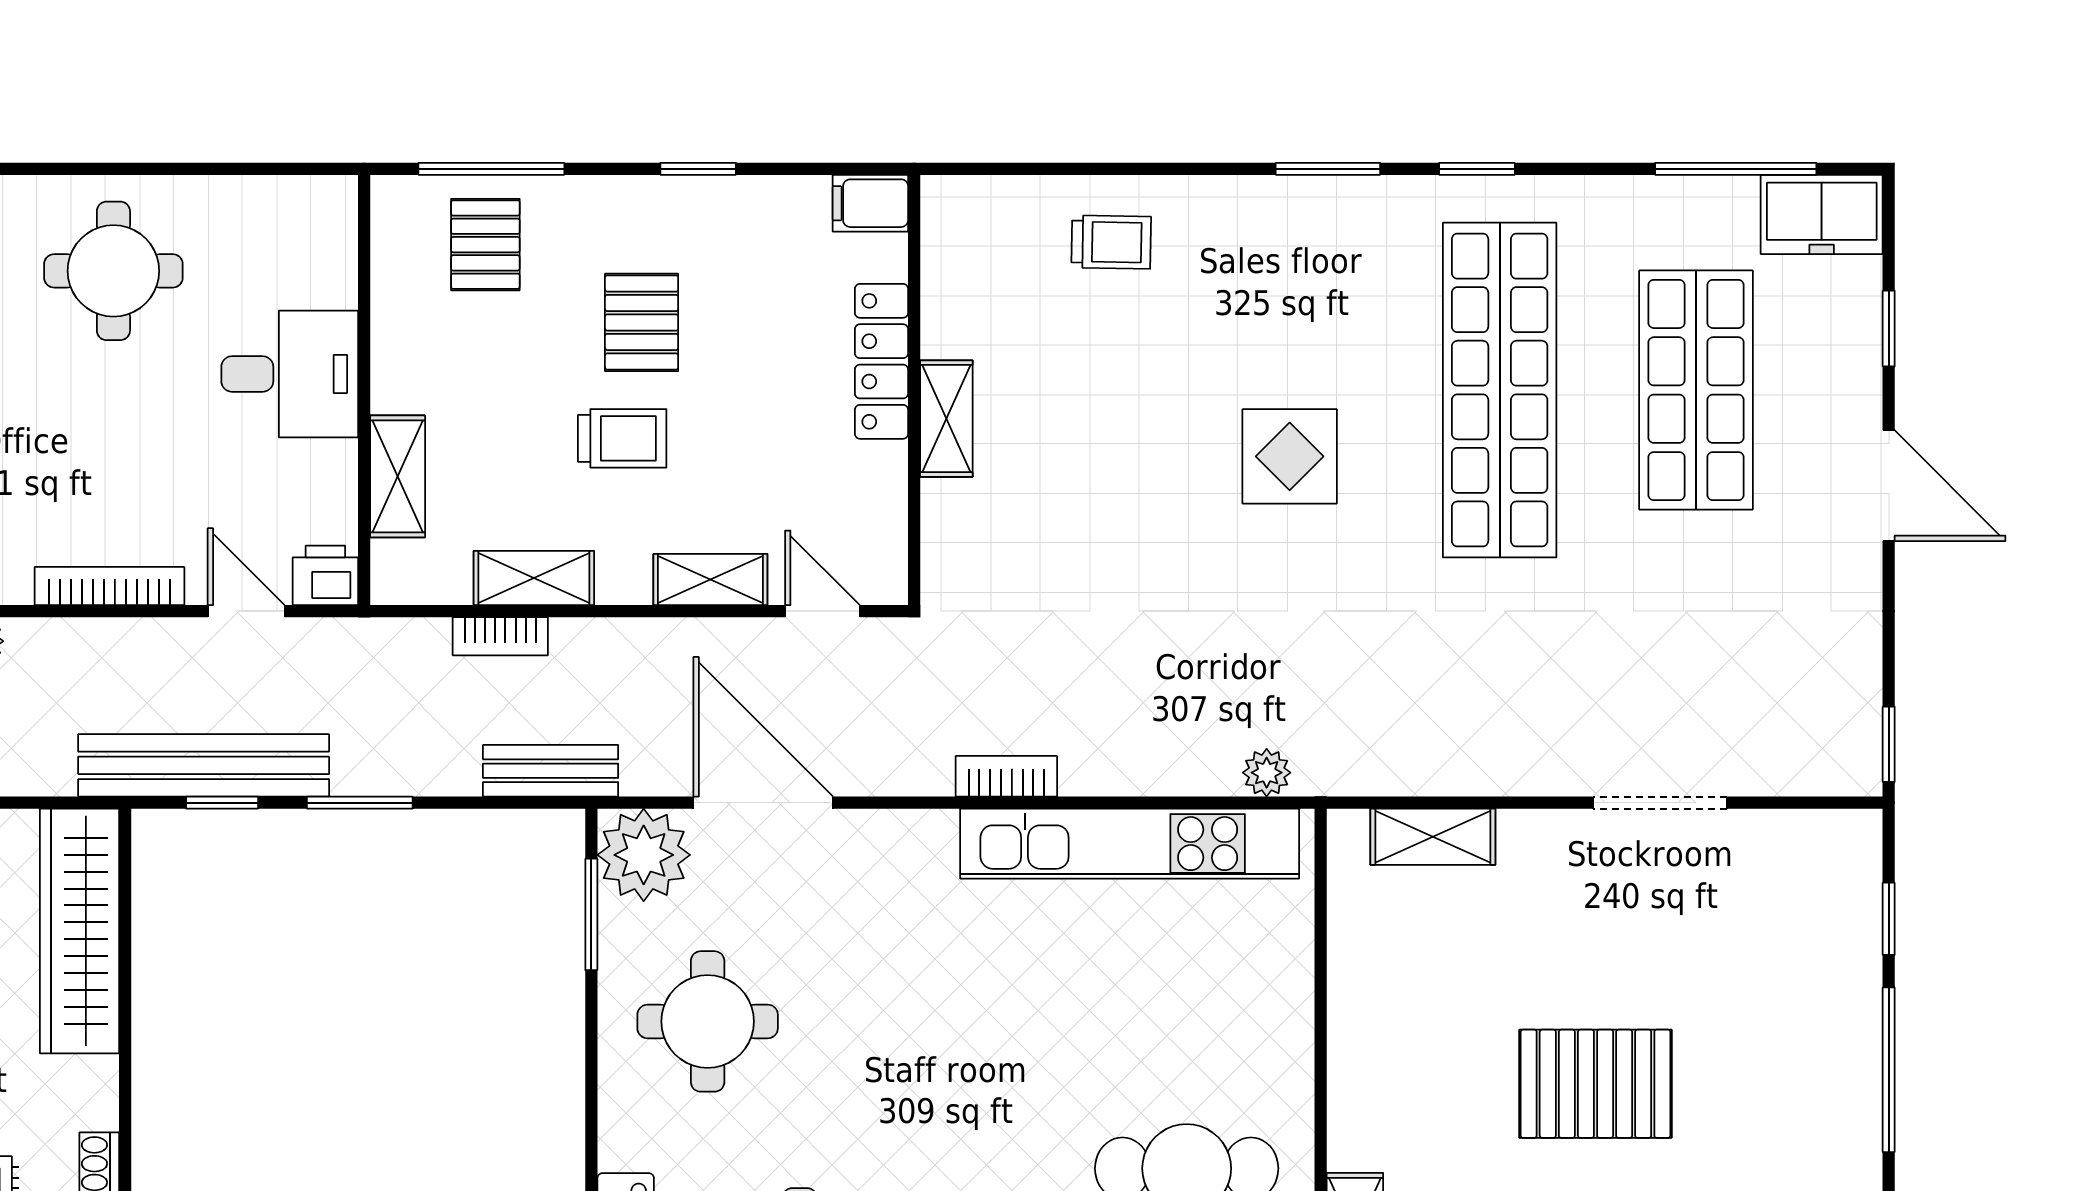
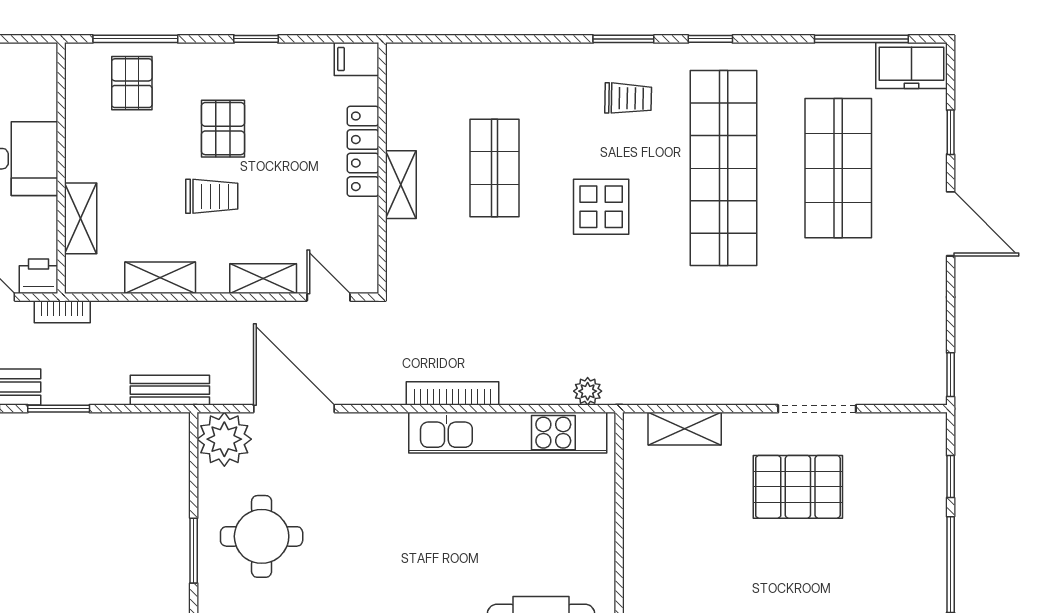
trolley: (1111, 242) -> (628, 98), moved
shop shelf: (1107, 390) -> (494, 168), added
bookcase: (500, 636) -> (62, 312), moved
bookcase: (1006, 776) -> (452, 393), width x1.56
window: (591, 914) -> (194, 551), moved
pallet: (1595, 1084) -> (798, 487), moved

